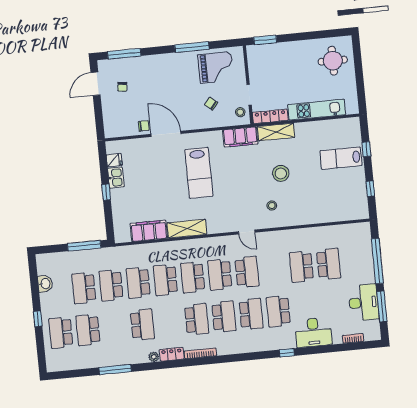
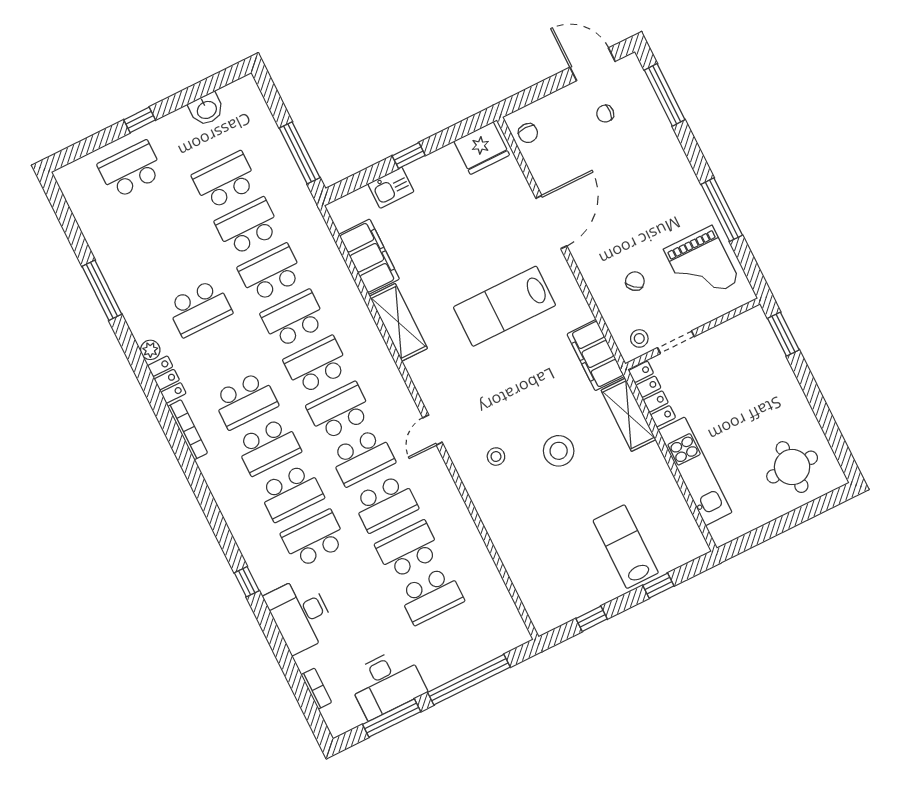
chair: (144, 126) -> (528, 133), moved
fridge: (114, 160) -> (482, 148), width x1.88, depth x1.34
kitchen sink: (116, 178) -> (391, 188), moved
school desk: (88, 330) -> (385, 503), moved, turned 180

